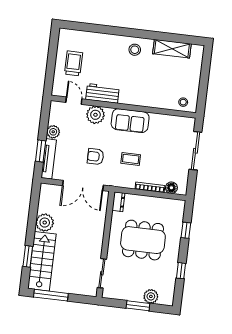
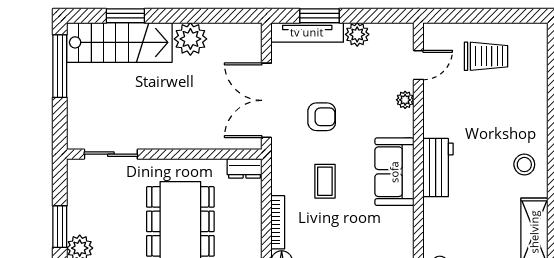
workbench: (102, 93) -> (438, 168), moved
plant: (95, 115) -> (405, 100), width x0.53, depth x0.53
armchair: (96, 156) -> (322, 117), turned 90

